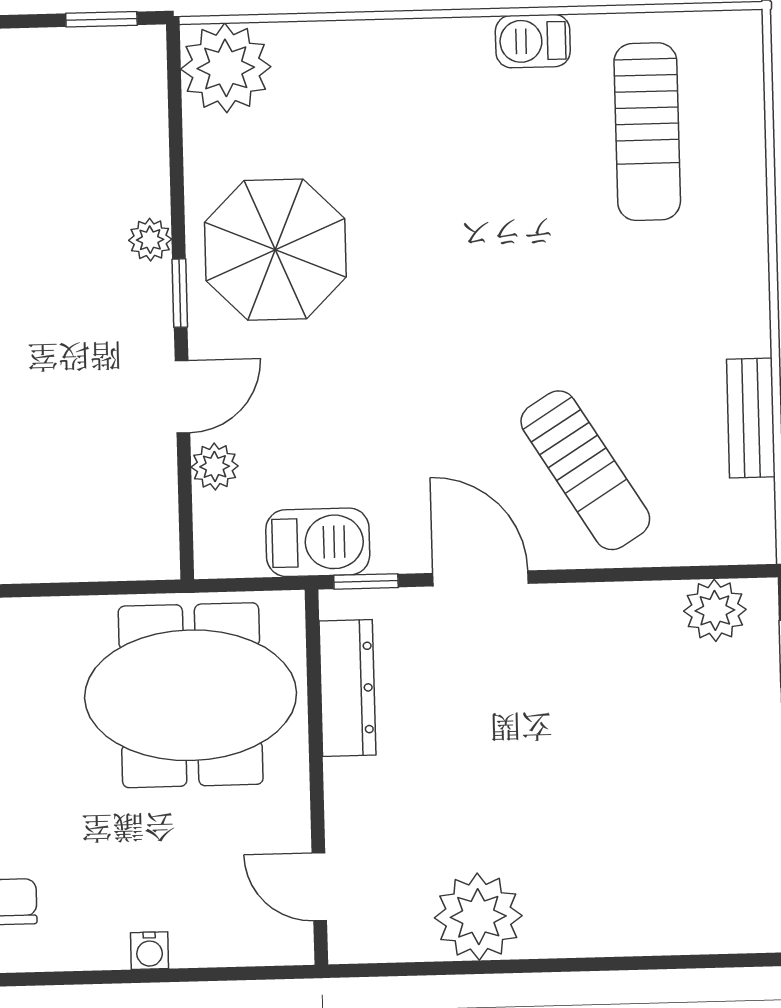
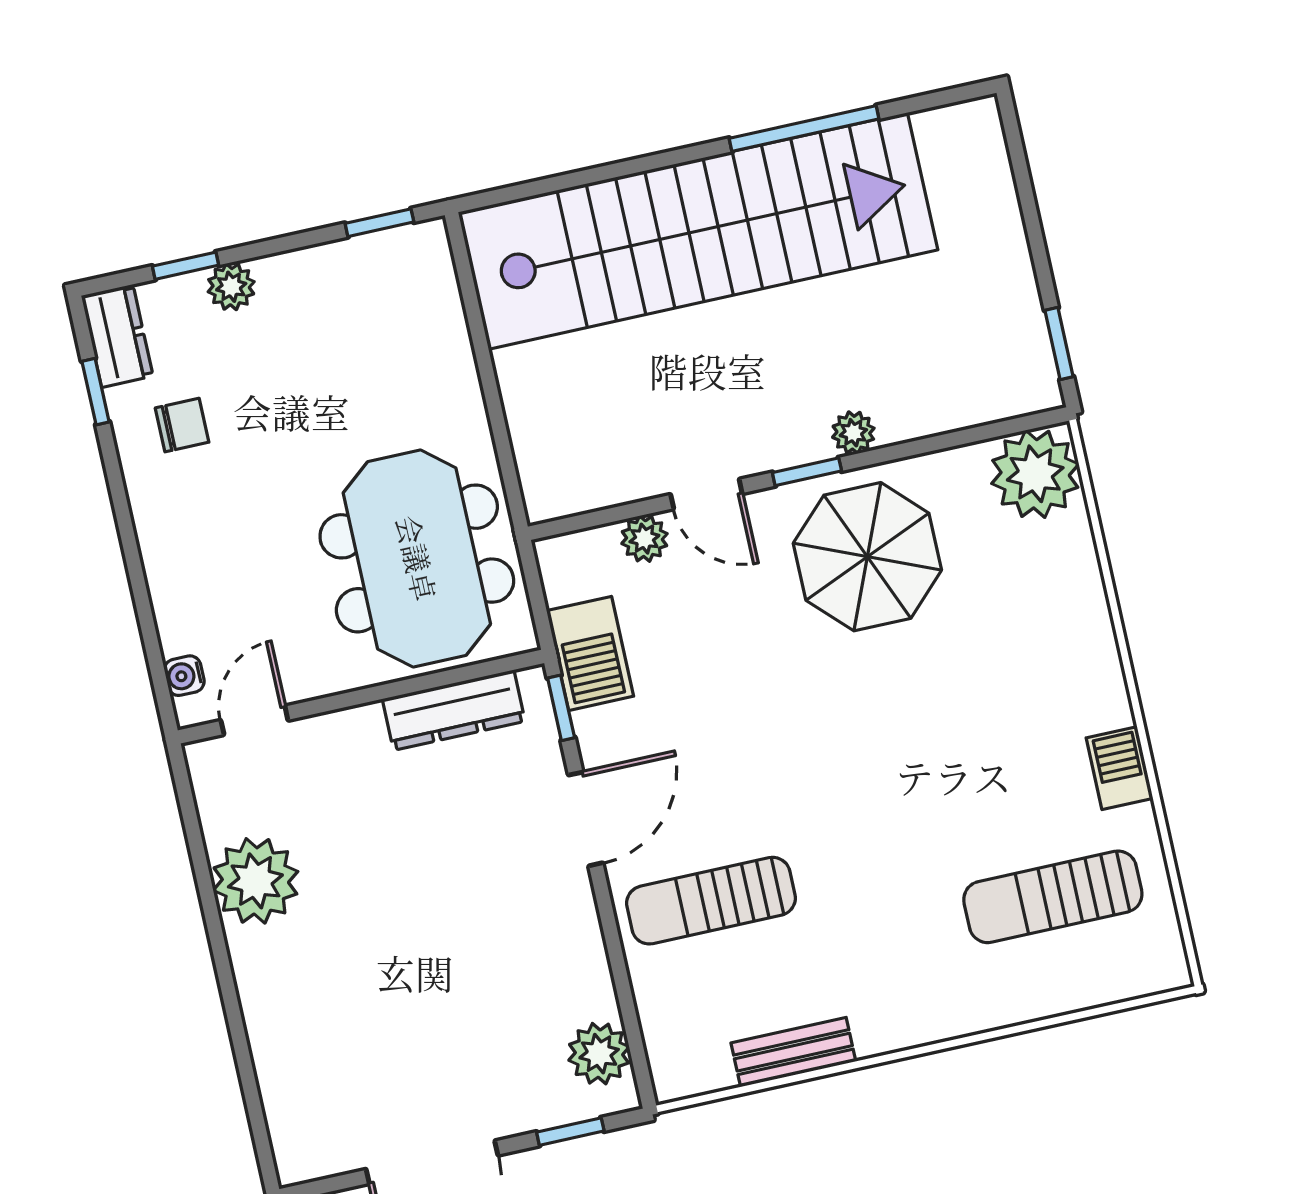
sun lounger: (585, 470) -> (711, 901), turned 32
water cooler: (150, 951) -> (184, 676), moved

